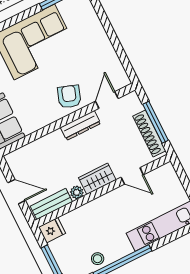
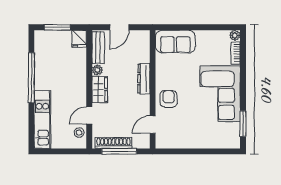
armchair: (69, 97) -> (169, 99), turned -109
door: (107, 100) -> (153, 125), swing flipped
dresser: (80, 125) -> (144, 79), moved
stool: (98, 259) -> (79, 133), moved

